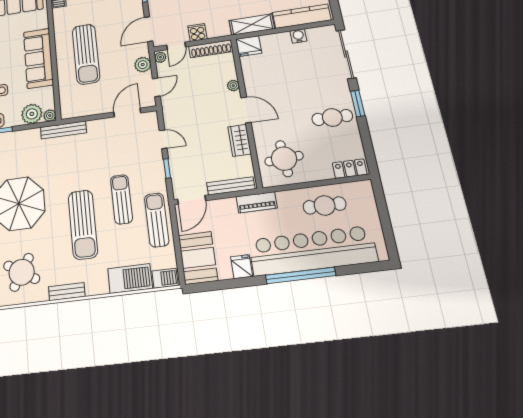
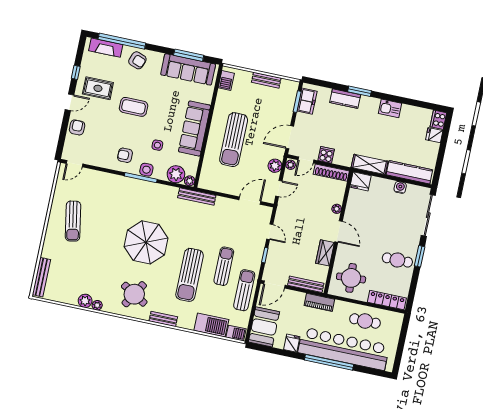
locker: (350, 169) -> (387, 300), width x1.53

